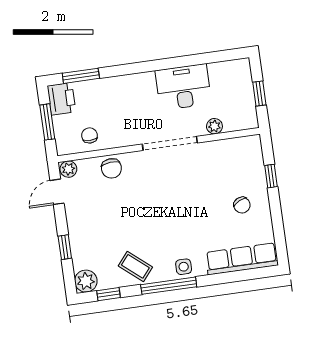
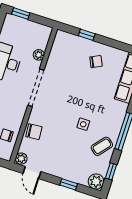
window: (259, 94) -> (21, 13), moved
side table: (184, 267) -> (83, 124), moved

